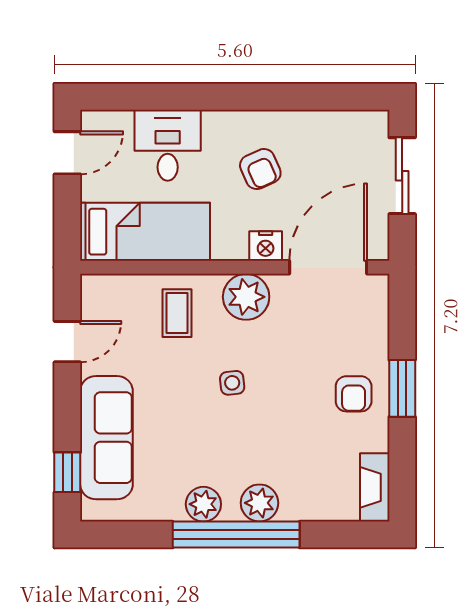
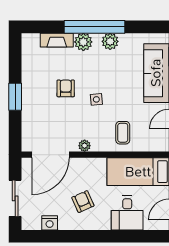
nightstand: (266, 246) -> (50, 223), moved, turned 180
plant: (246, 297) -> (85, 146), width x0.53, depth x0.53
armchair: (354, 394) -> (66, 88), moved
fireplace: (375, 487) -> (57, 40), moved, turned 90

